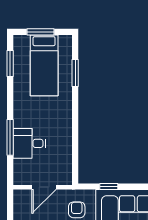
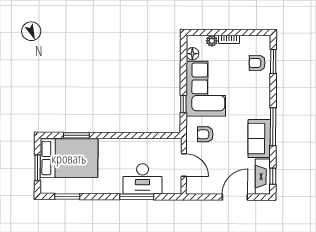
bed: (44, 65) -> (69, 158), width x1.50
desk: (29, 143) -> (142, 179), width x1.37

